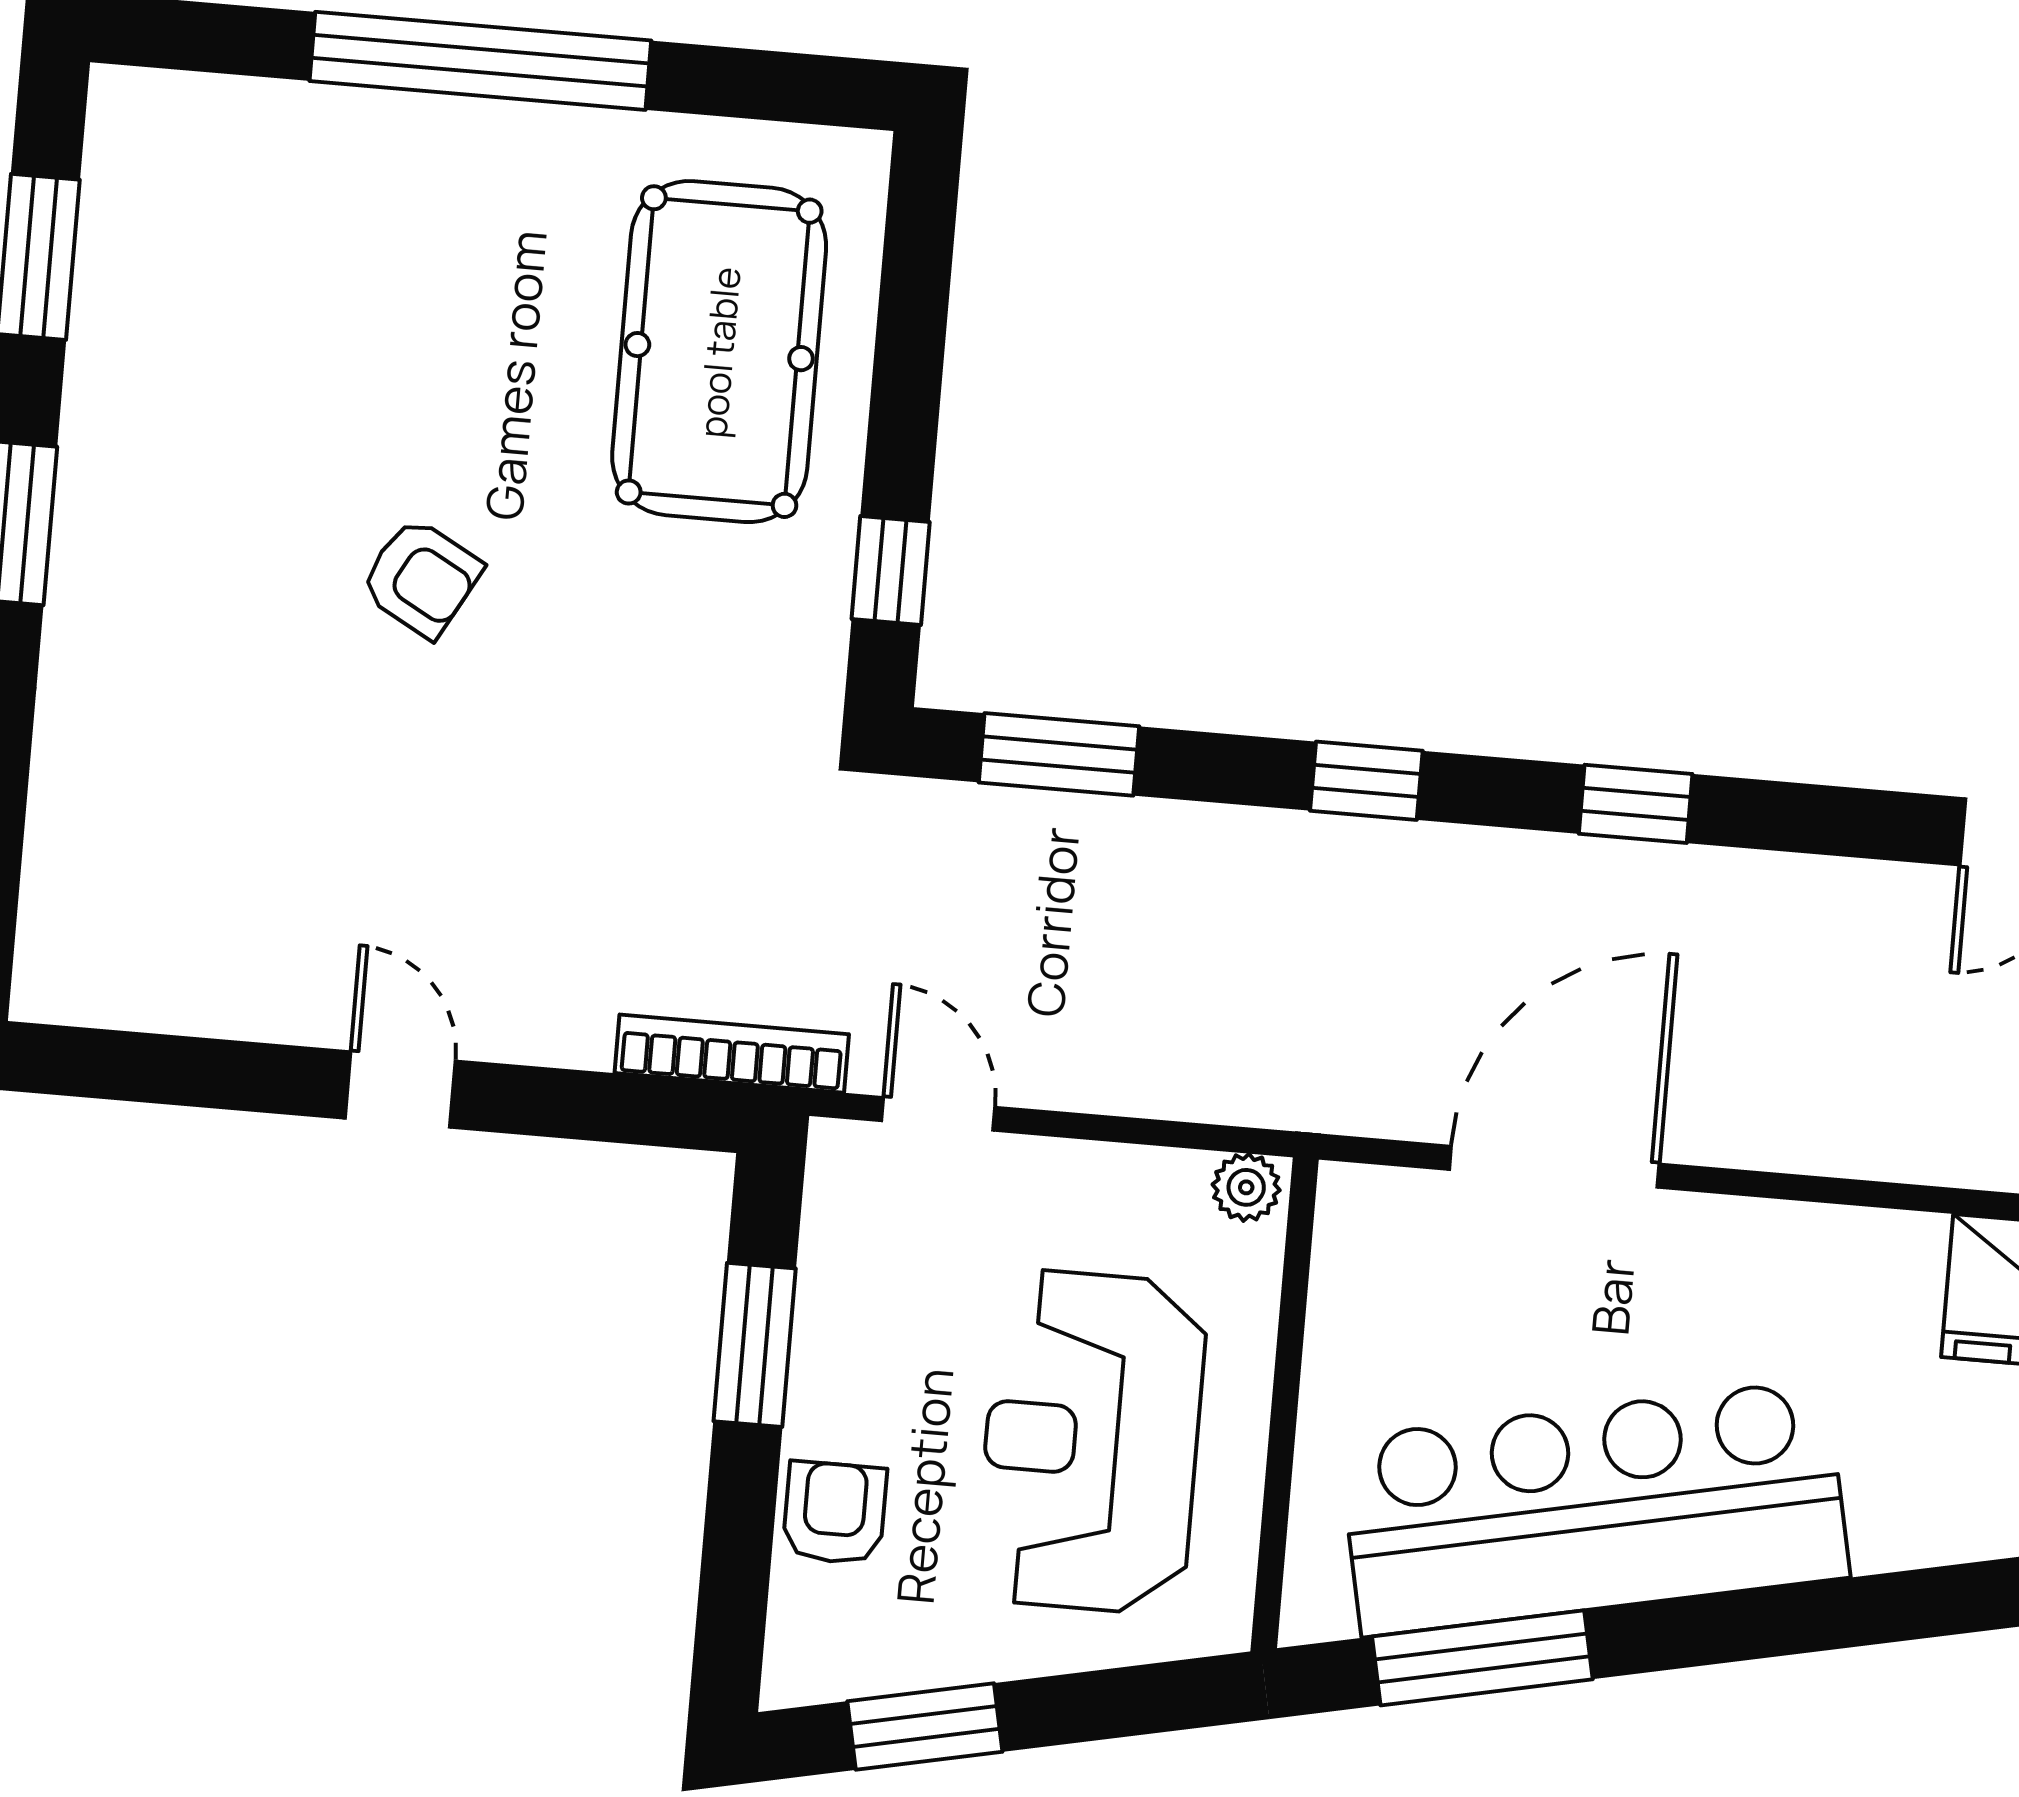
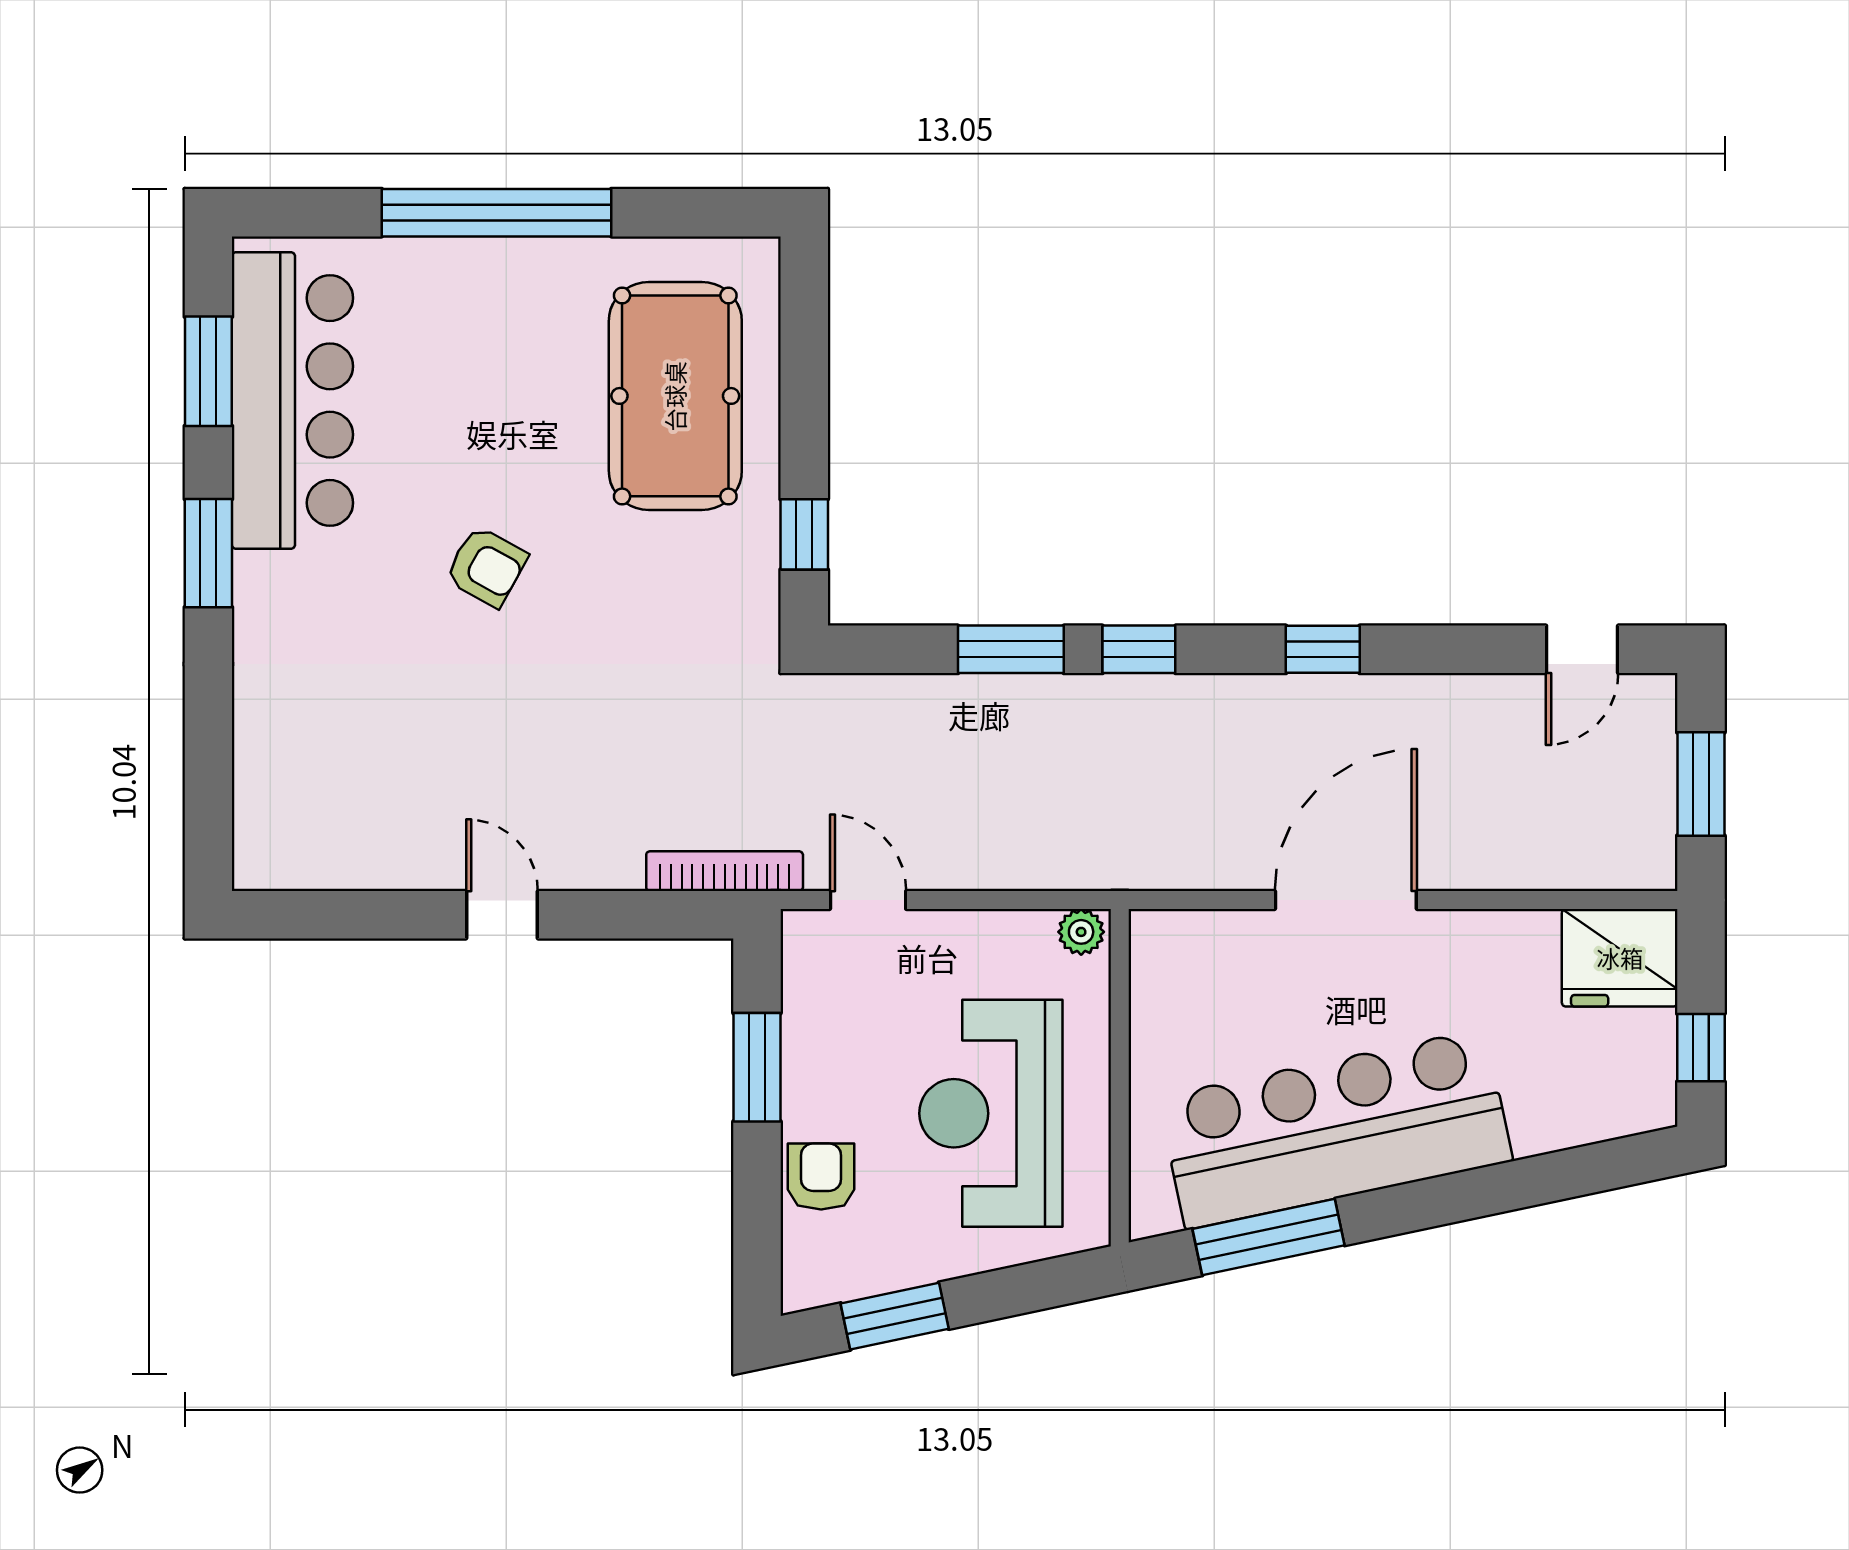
bar counter: (158, 310) -> (292, 400), added
window: (1059, 754) -> (1011, 649), moved
door: (1554, 1167) -> (1346, 900), moved

